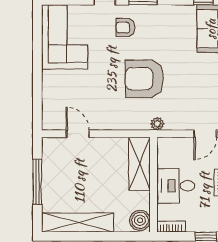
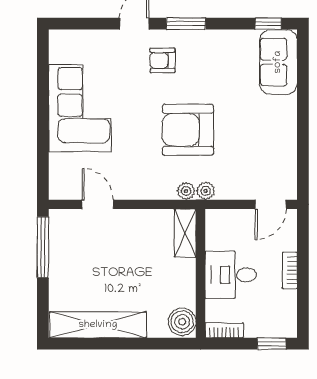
corner sofa: (65, 37) -> (80, 108), moved
plant: (143, 124) -> (186, 191), added
shelving: (140, 164) -> (185, 233), width x0.67, depth x0.75
window: (37, 182) -> (43, 247), moved

